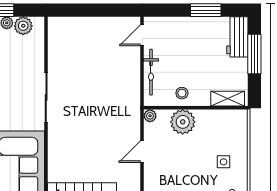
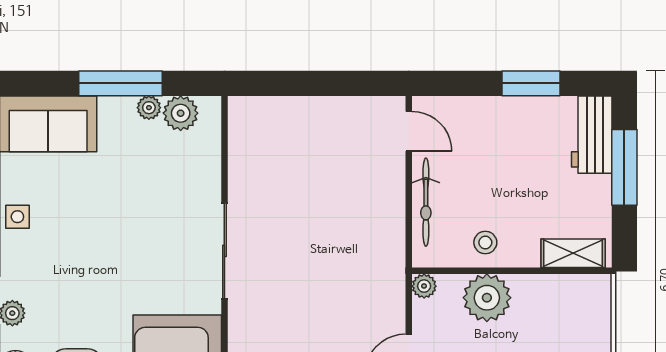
door: (142, 35) -> (409, 131), swing flipped

